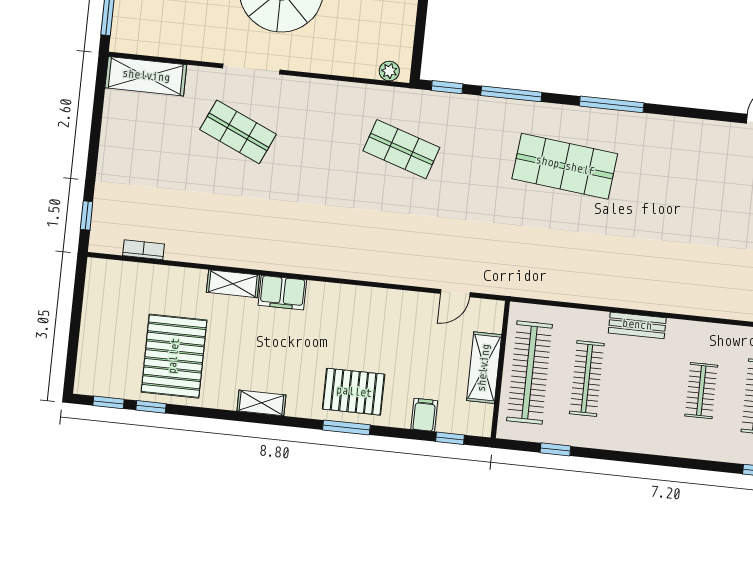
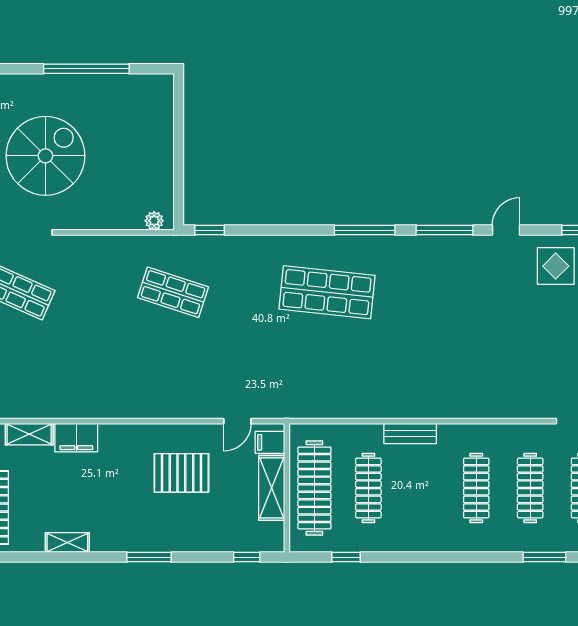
window: (511, 94) -> (445, 230), moved
clothes rail: (701, 391) -> (476, 488), width x1.36
pallet: (354, 392) -> (181, 473), moved
filing cabinet: (424, 415) -> (270, 442), moved, turned -90

